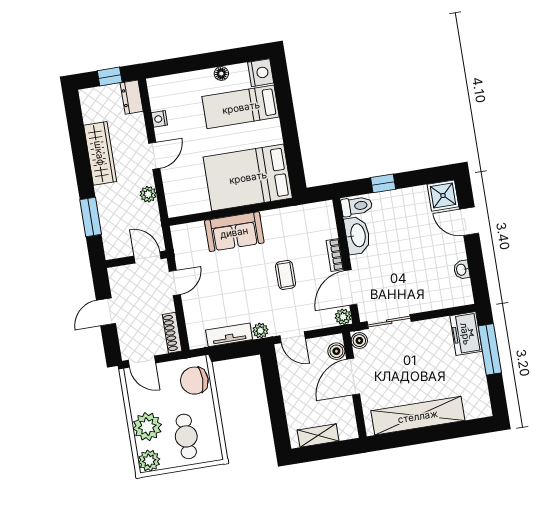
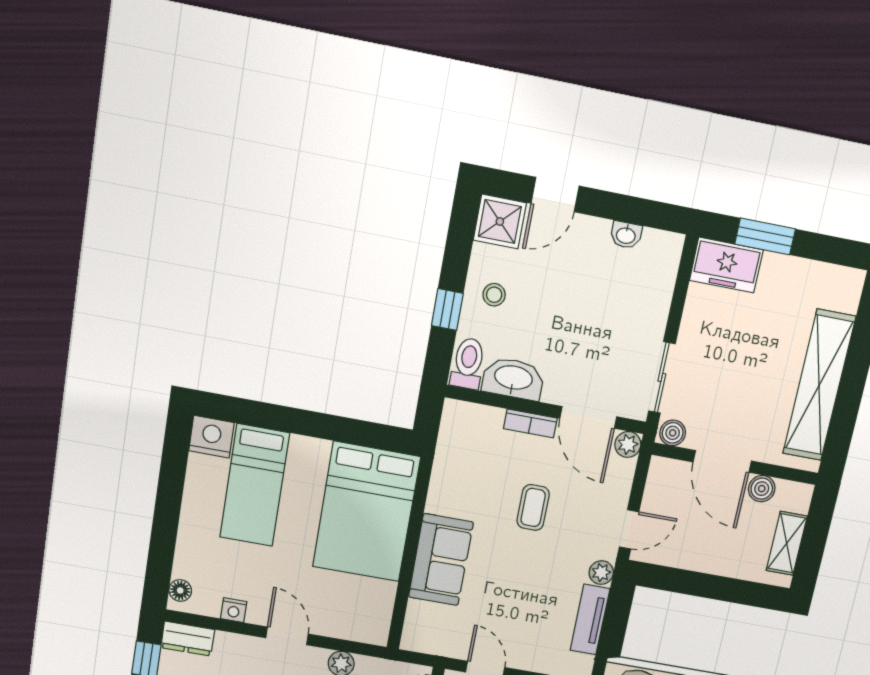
floor lamp: (221, 74) -> (180, 590), moved
stool: (401, 207) -> (494, 295), added
coffee table: (286, 275) -> (533, 507), turned 90
window: (490, 349) -> (765, 236), width x0.69
boiler: (336, 351) -> (762, 489), moved

